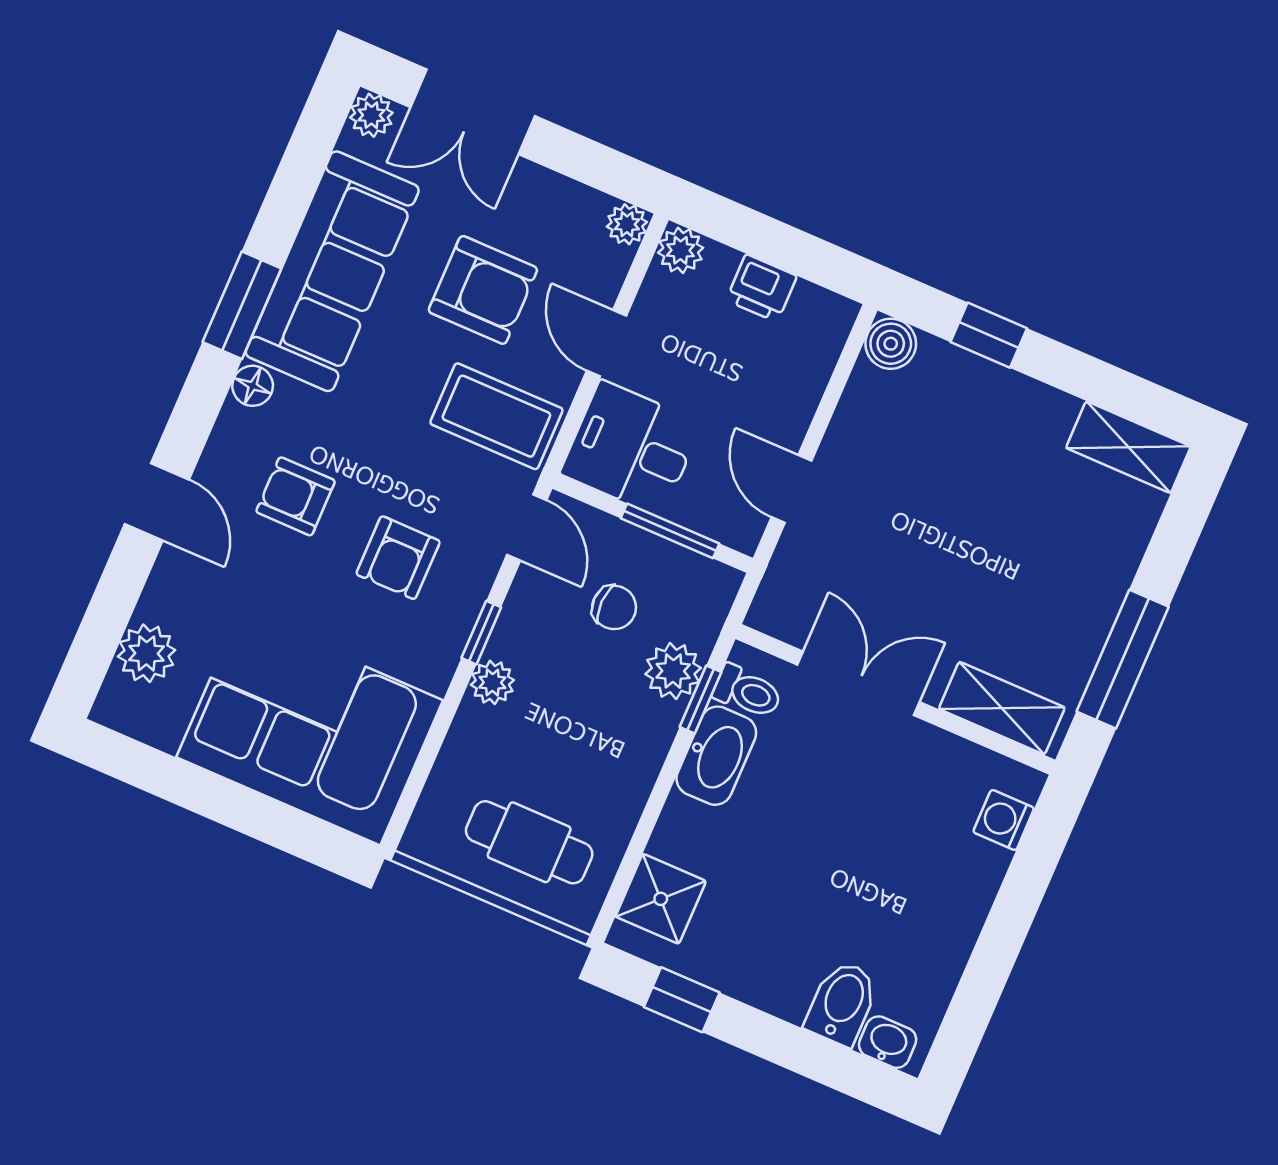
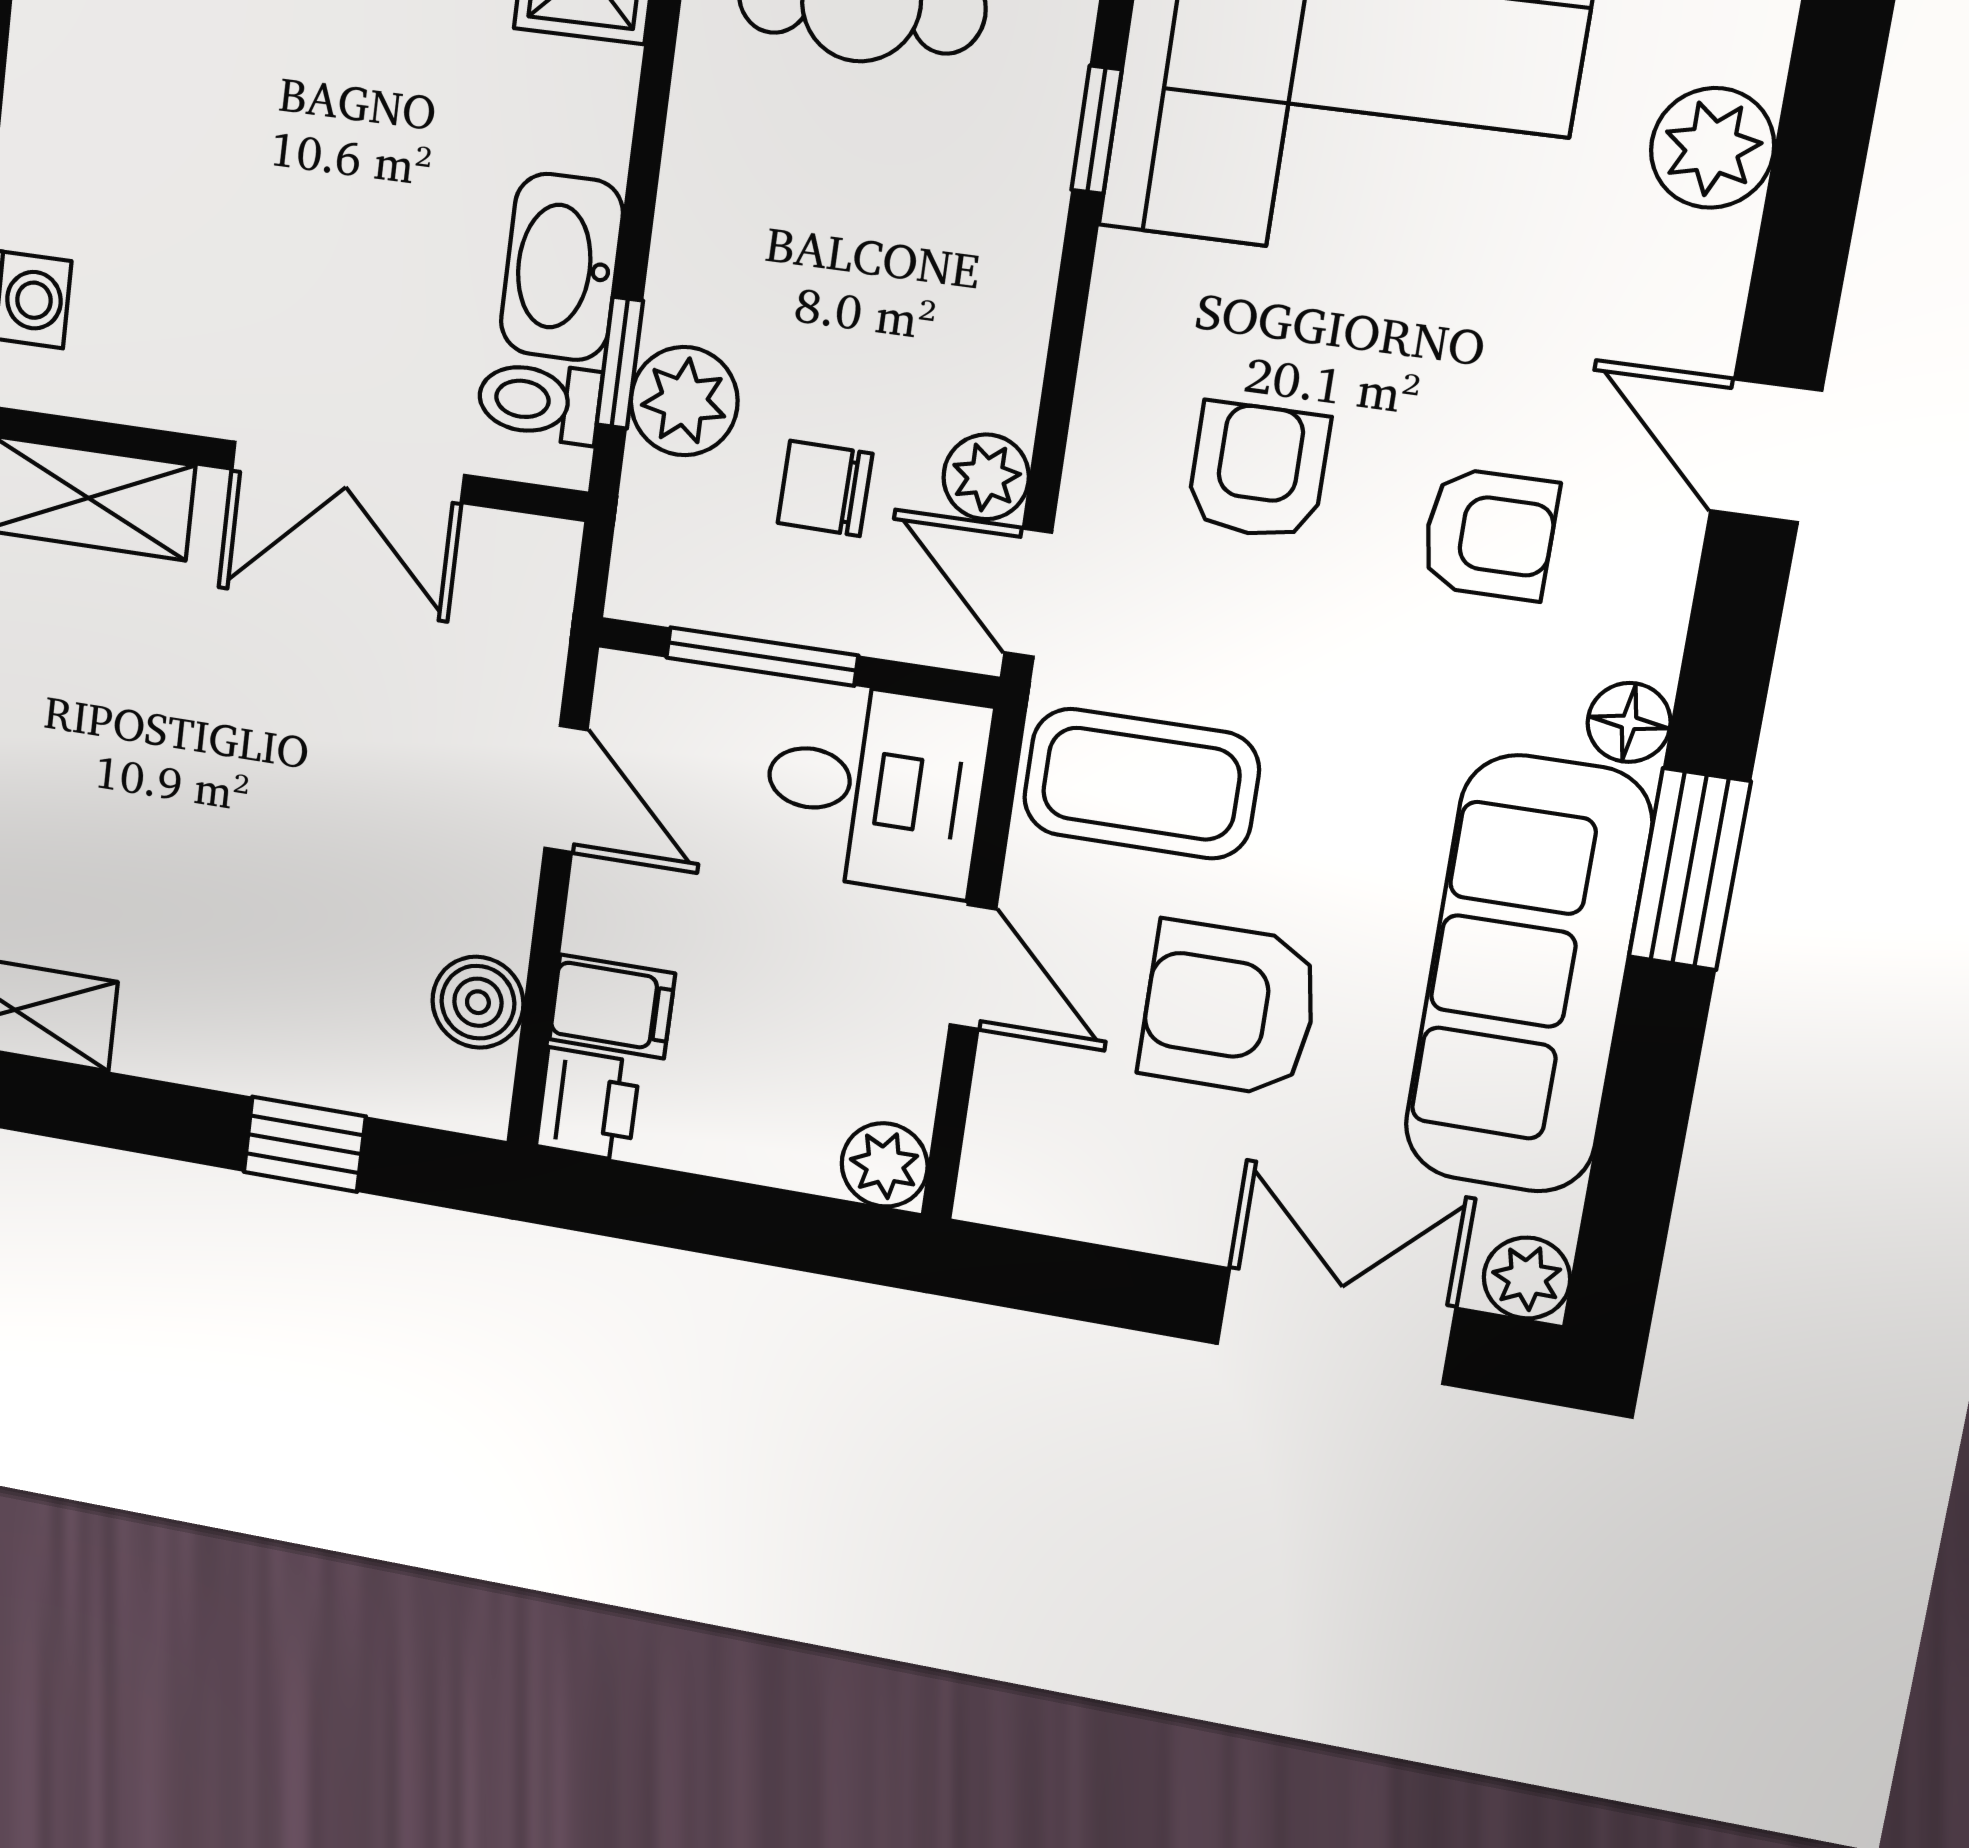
plant: (627, 224) -> (995, 1189), removed
printer: (761, 288) -> (588, 1104), moved, turned 90
boiler: (891, 344) -> (478, 1002), moved
filing cabinet: (800, 369) -> (612, 1006), added
window: (481, 633) -> (1097, 130), moved
plant: (492, 682) -> (986, 477), moved

